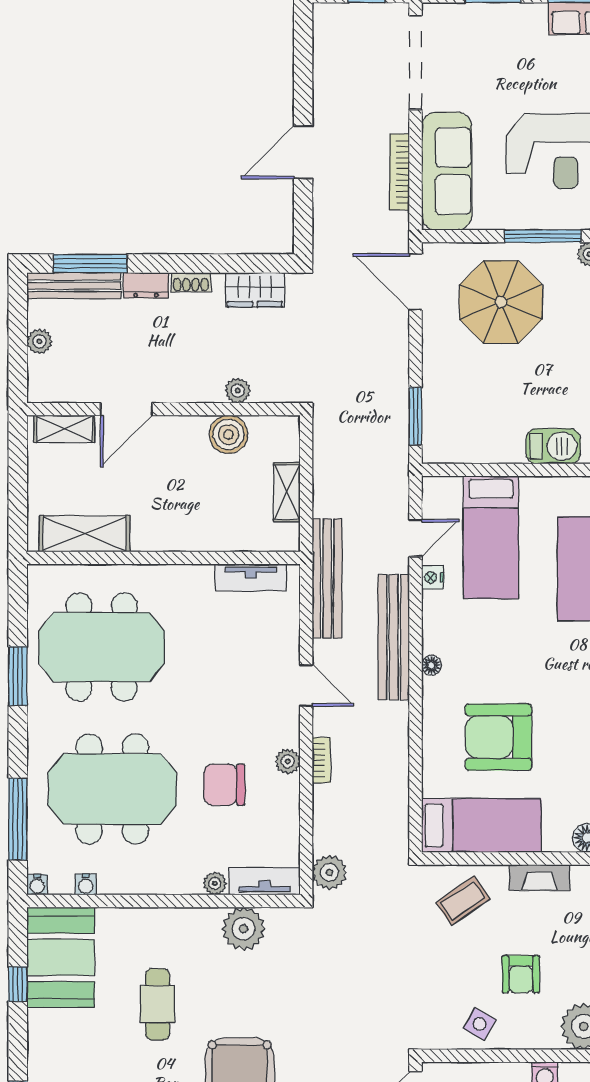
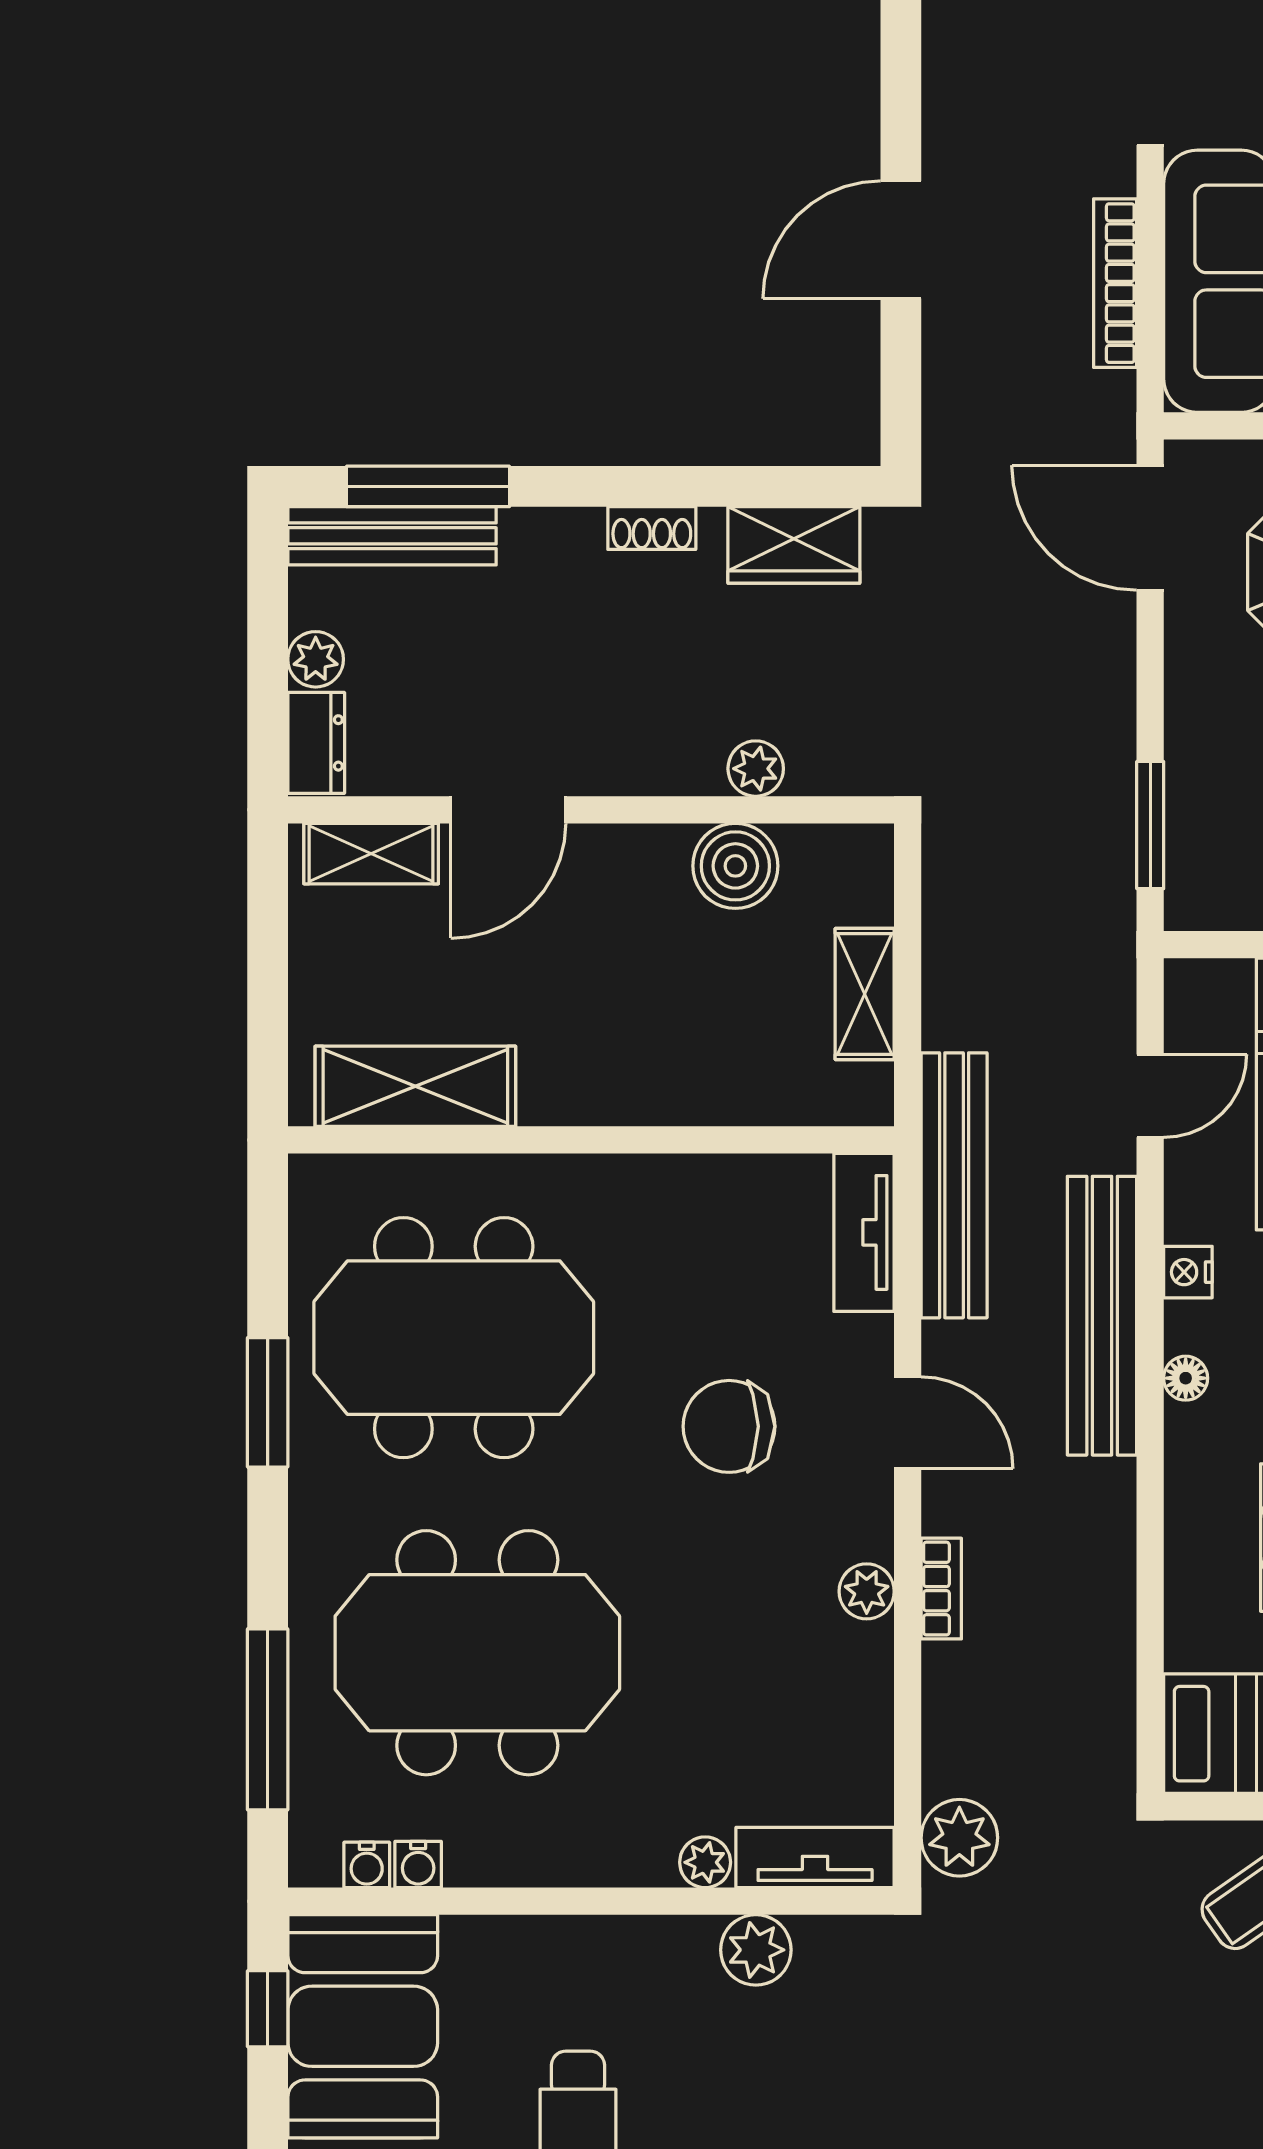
dresser: (146, 285) -> (316, 743), moved, turned -90
nightstand: (432, 577) -> (1188, 1272), moved
tv unit: (251, 578) -> (864, 1232), moved, turned 90
chair: (224, 785) -> (729, 1426), moved
water cooler: (37, 885) -> (367, 1865), moved
plant: (244, 929) -> (756, 1950), width x0.73, depth x0.73
window: (18, 984) -> (268, 2009), moved

